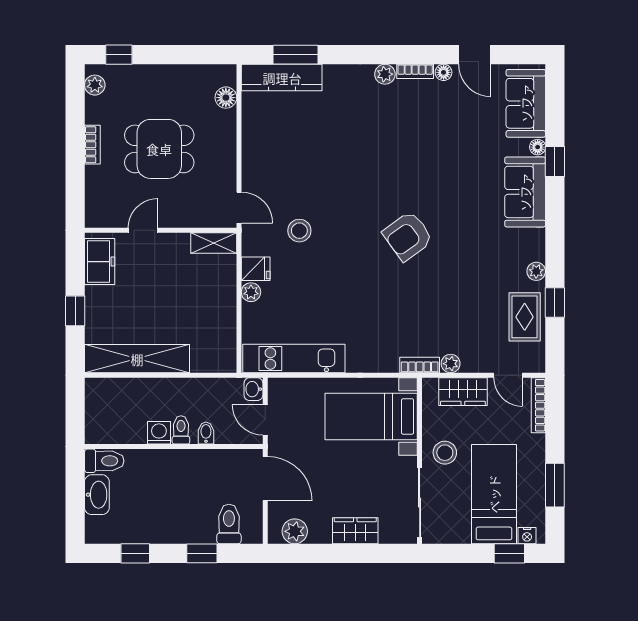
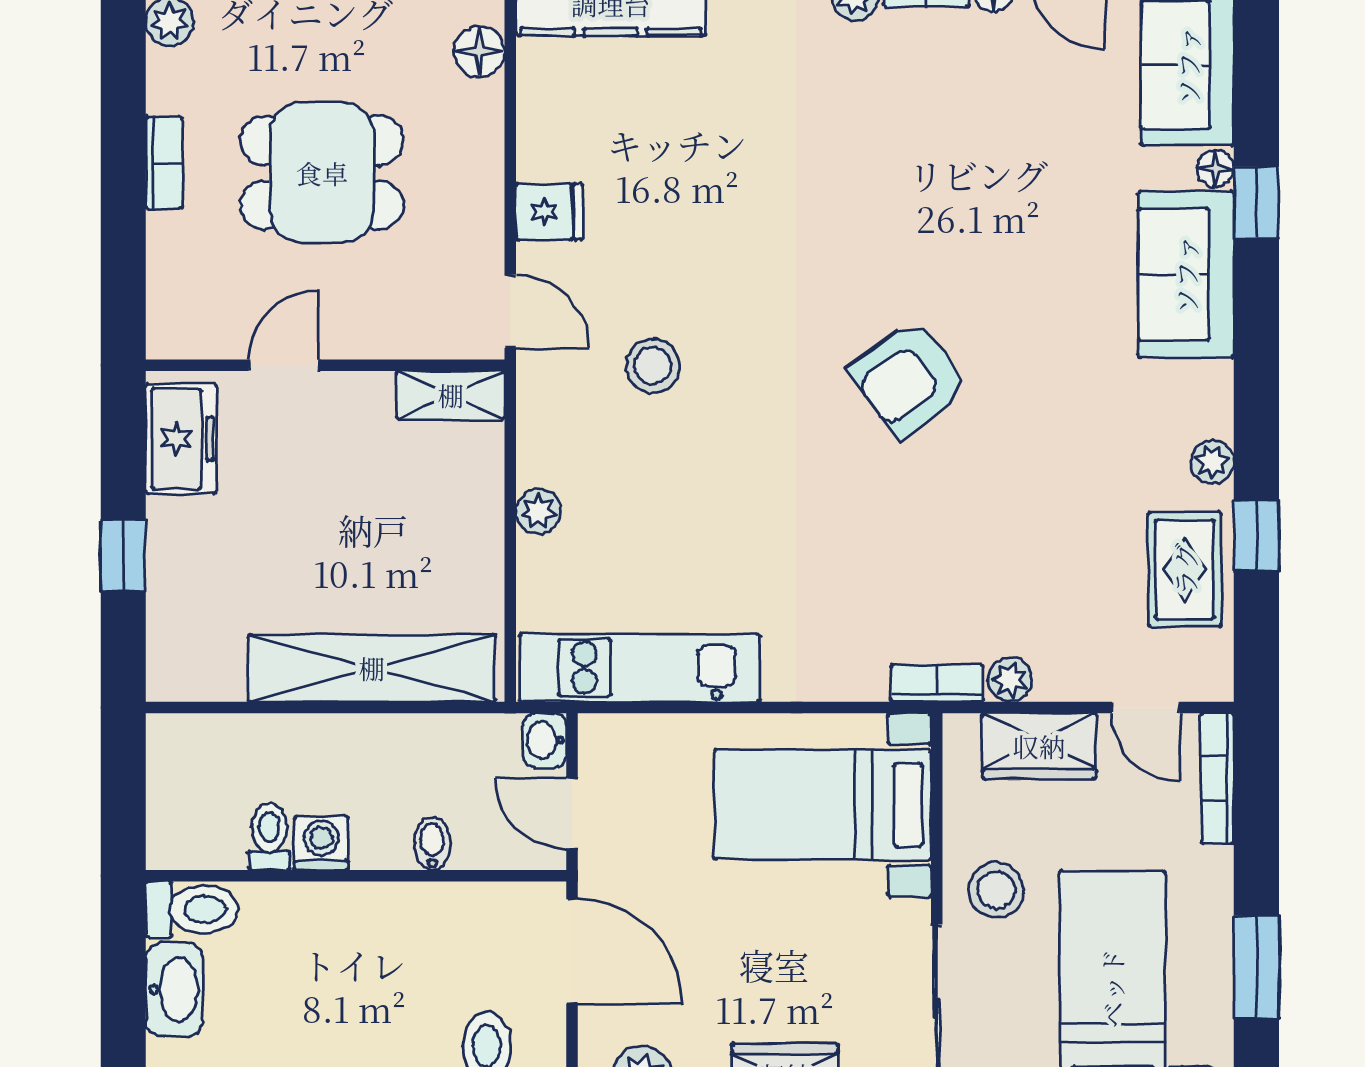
fridge: (256, 269) -> (550, 212), moved
shelving: (137, 359) -> (372, 668), moved
toilet: (181, 430) -> (269, 836), moved

